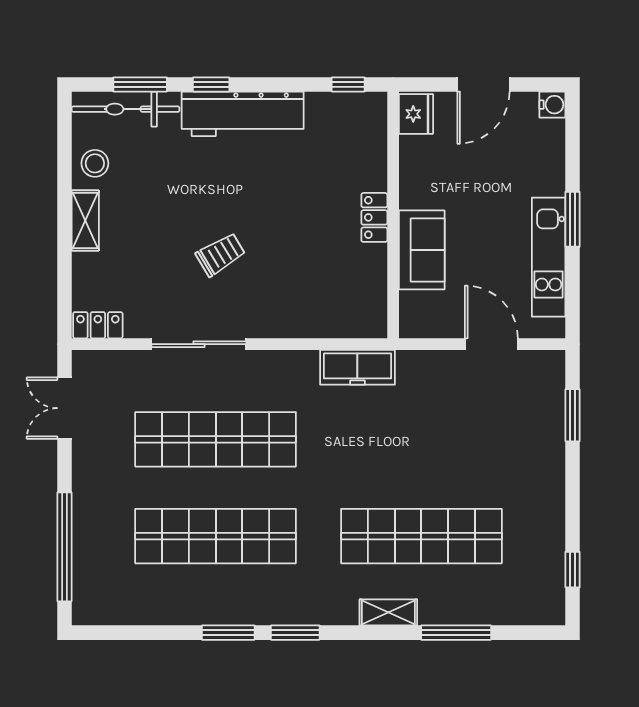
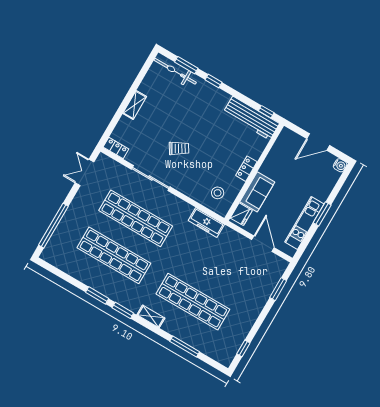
workbench: (243, 114) -> (251, 118), moved
fridge: (416, 114) -> (241, 214), moved
stool: (95, 163) -> (218, 193), moved
shelving: (388, 612) -> (151, 316), moved

